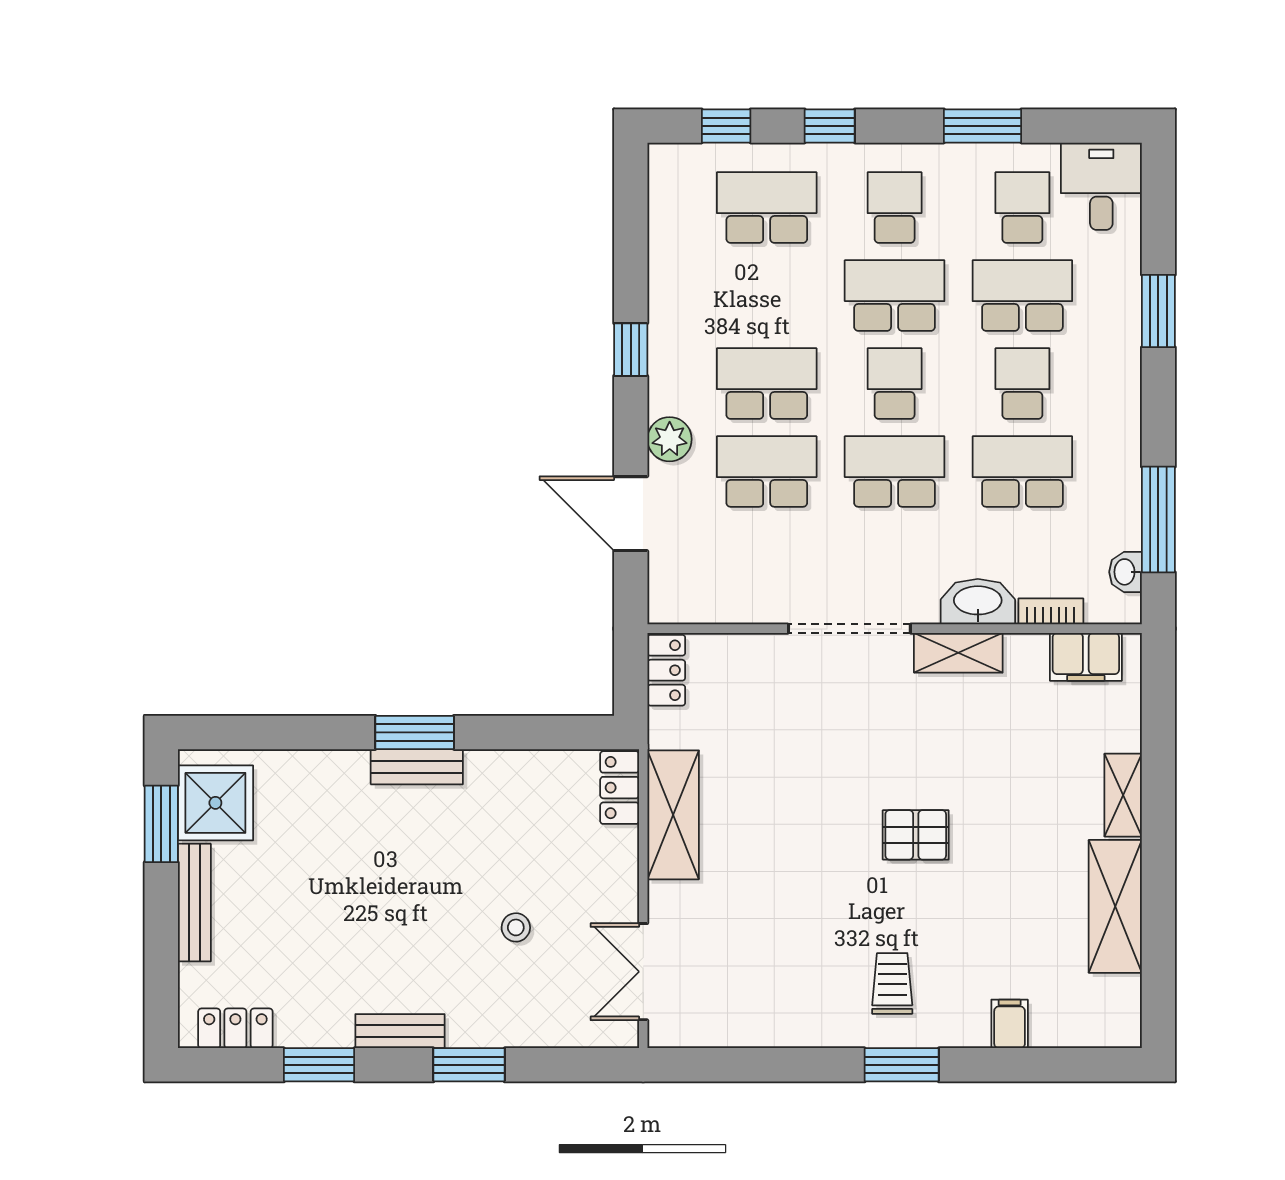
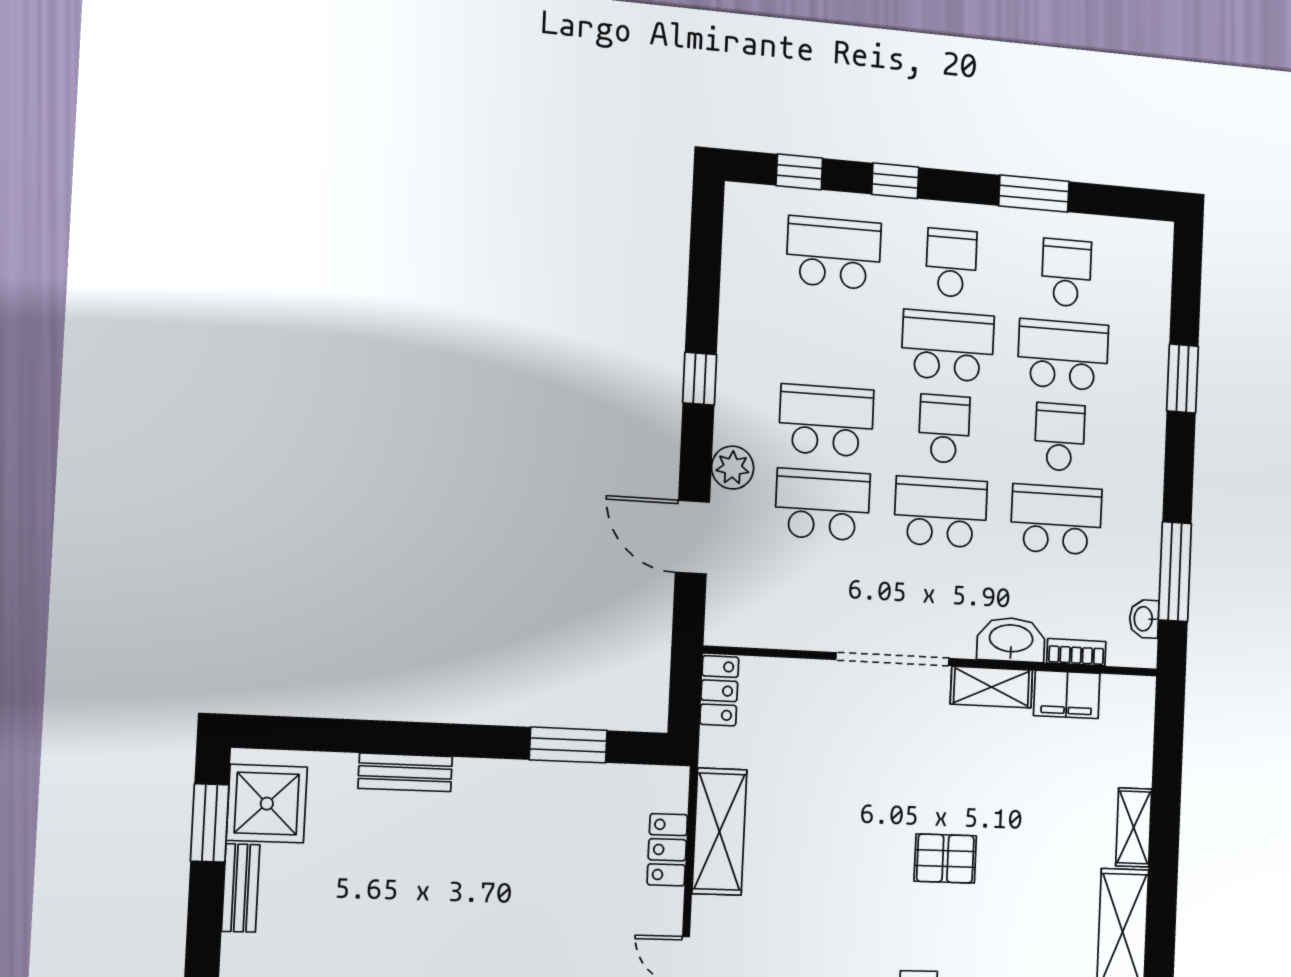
desk: (1101, 186) -> (1137, 259), removed
filing cabinet: (1086, 657) -> (1067, 694), moved
window: (415, 732) -> (568, 745), moved
bench: (417, 767) -> (405, 772), moved
locker: (620, 788) -> (667, 850), moved
bench: (194, 903) -> (241, 888), width x0.73
stool: (516, 927) -> (562, 937), removed

